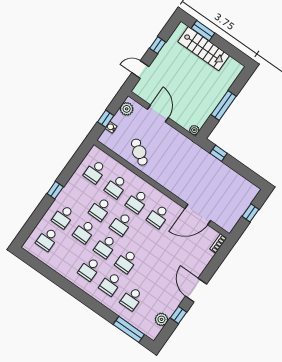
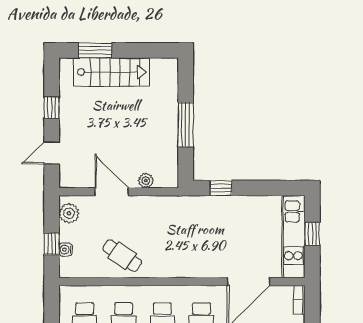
plant: (194, 130) -> (146, 181), moved
kitchen unit: (239, 207) -> (293, 237), added

